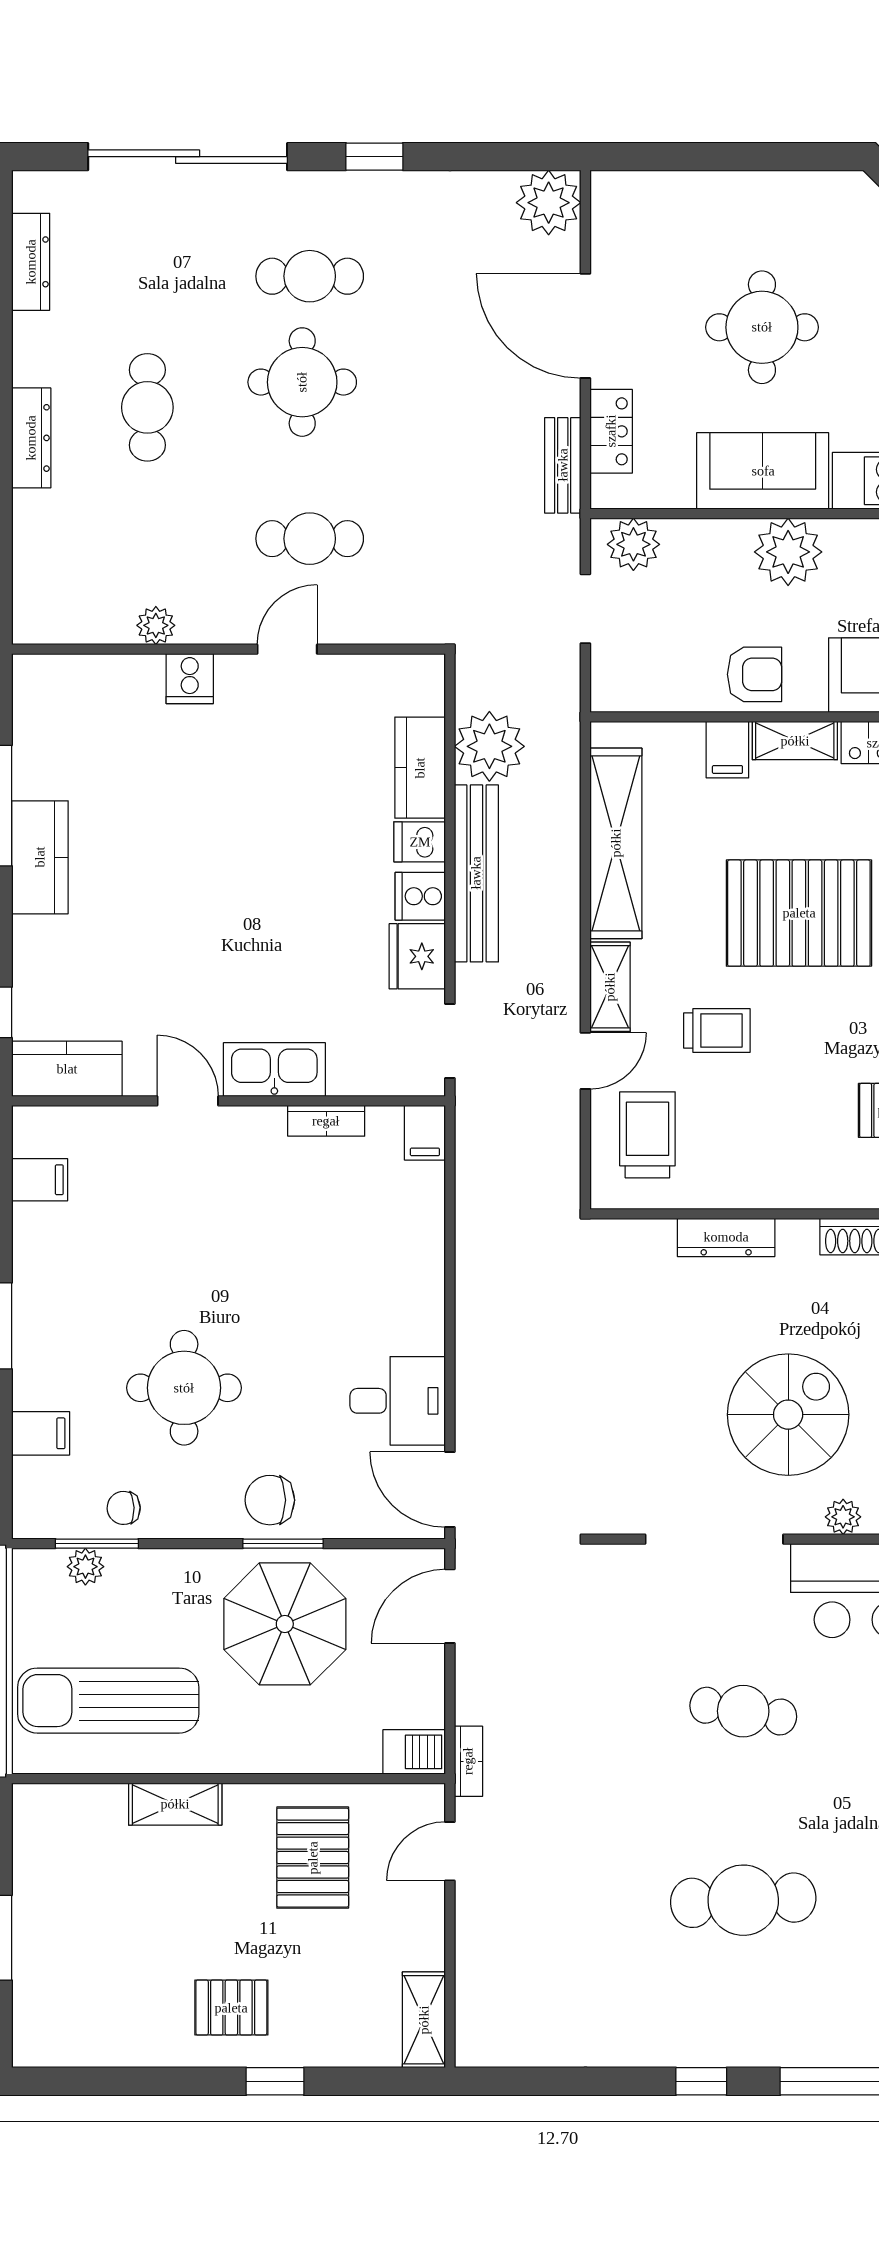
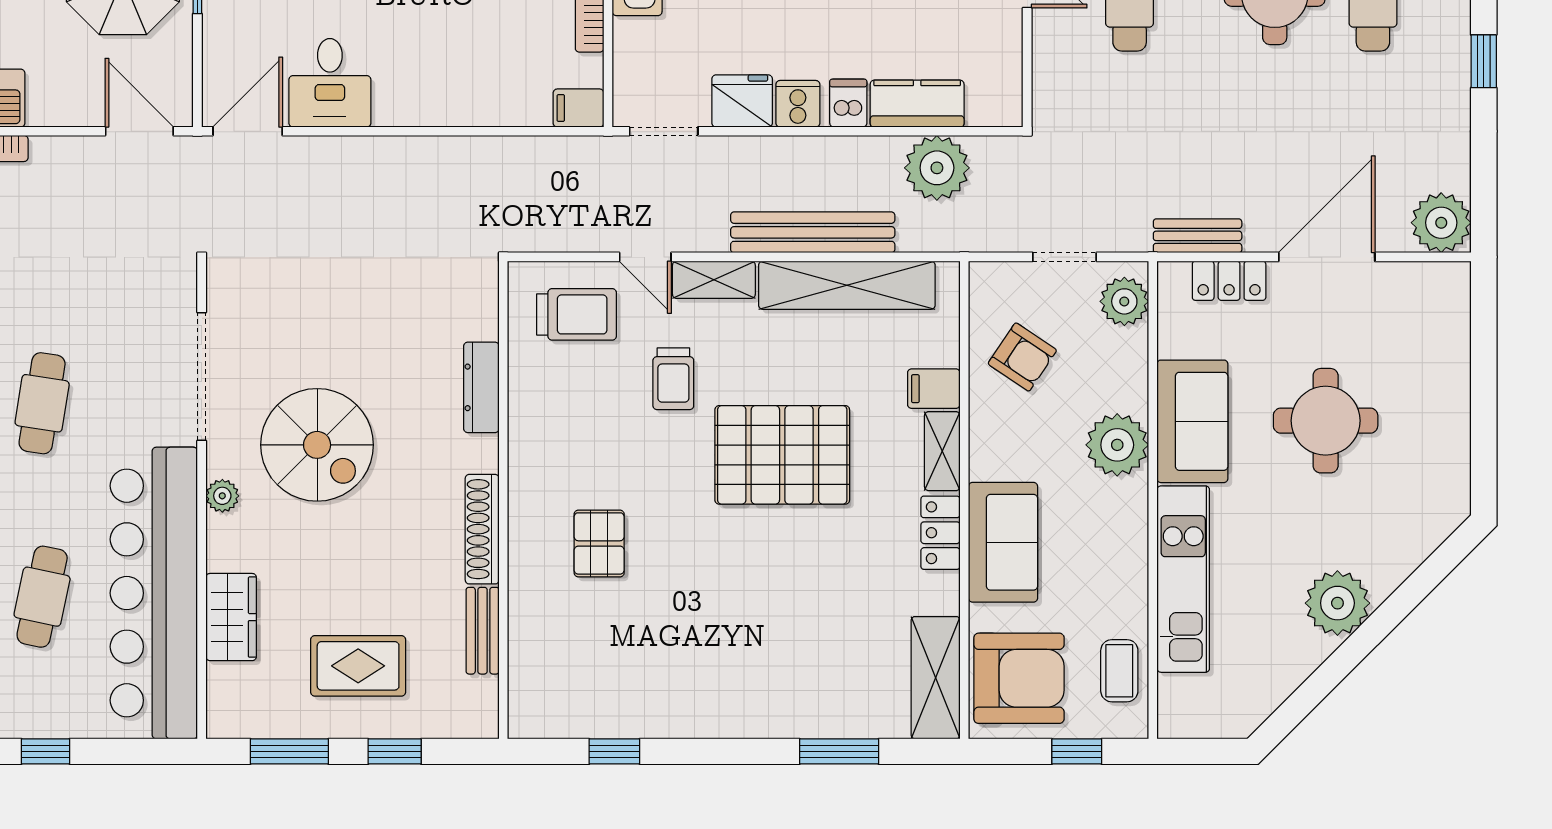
armchair: (755, 674) -> (1022, 357), moved, turned -56
bench: (476, 873) -> (813, 232), moved
pallet: (799, 913) -> (782, 455), turned 90

